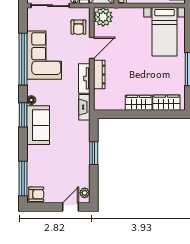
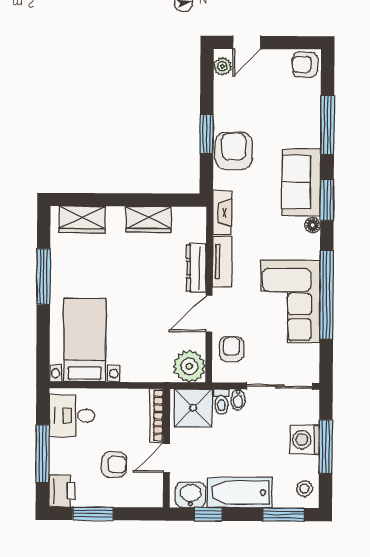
wardrobe: (139, 103) -> (148, 220), moved
armchair: (78, 143) -> (234, 151), added
window: (23, 178) -> (327, 125), moved

